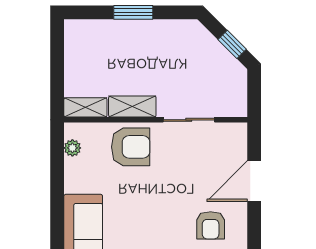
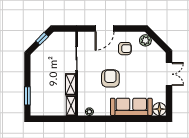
window: (133, 12) -> (27, 96), moved
armchair: (131, 147) -> (110, 78), moved
door: (254, 181) -> (105, 29), hinge flipped

